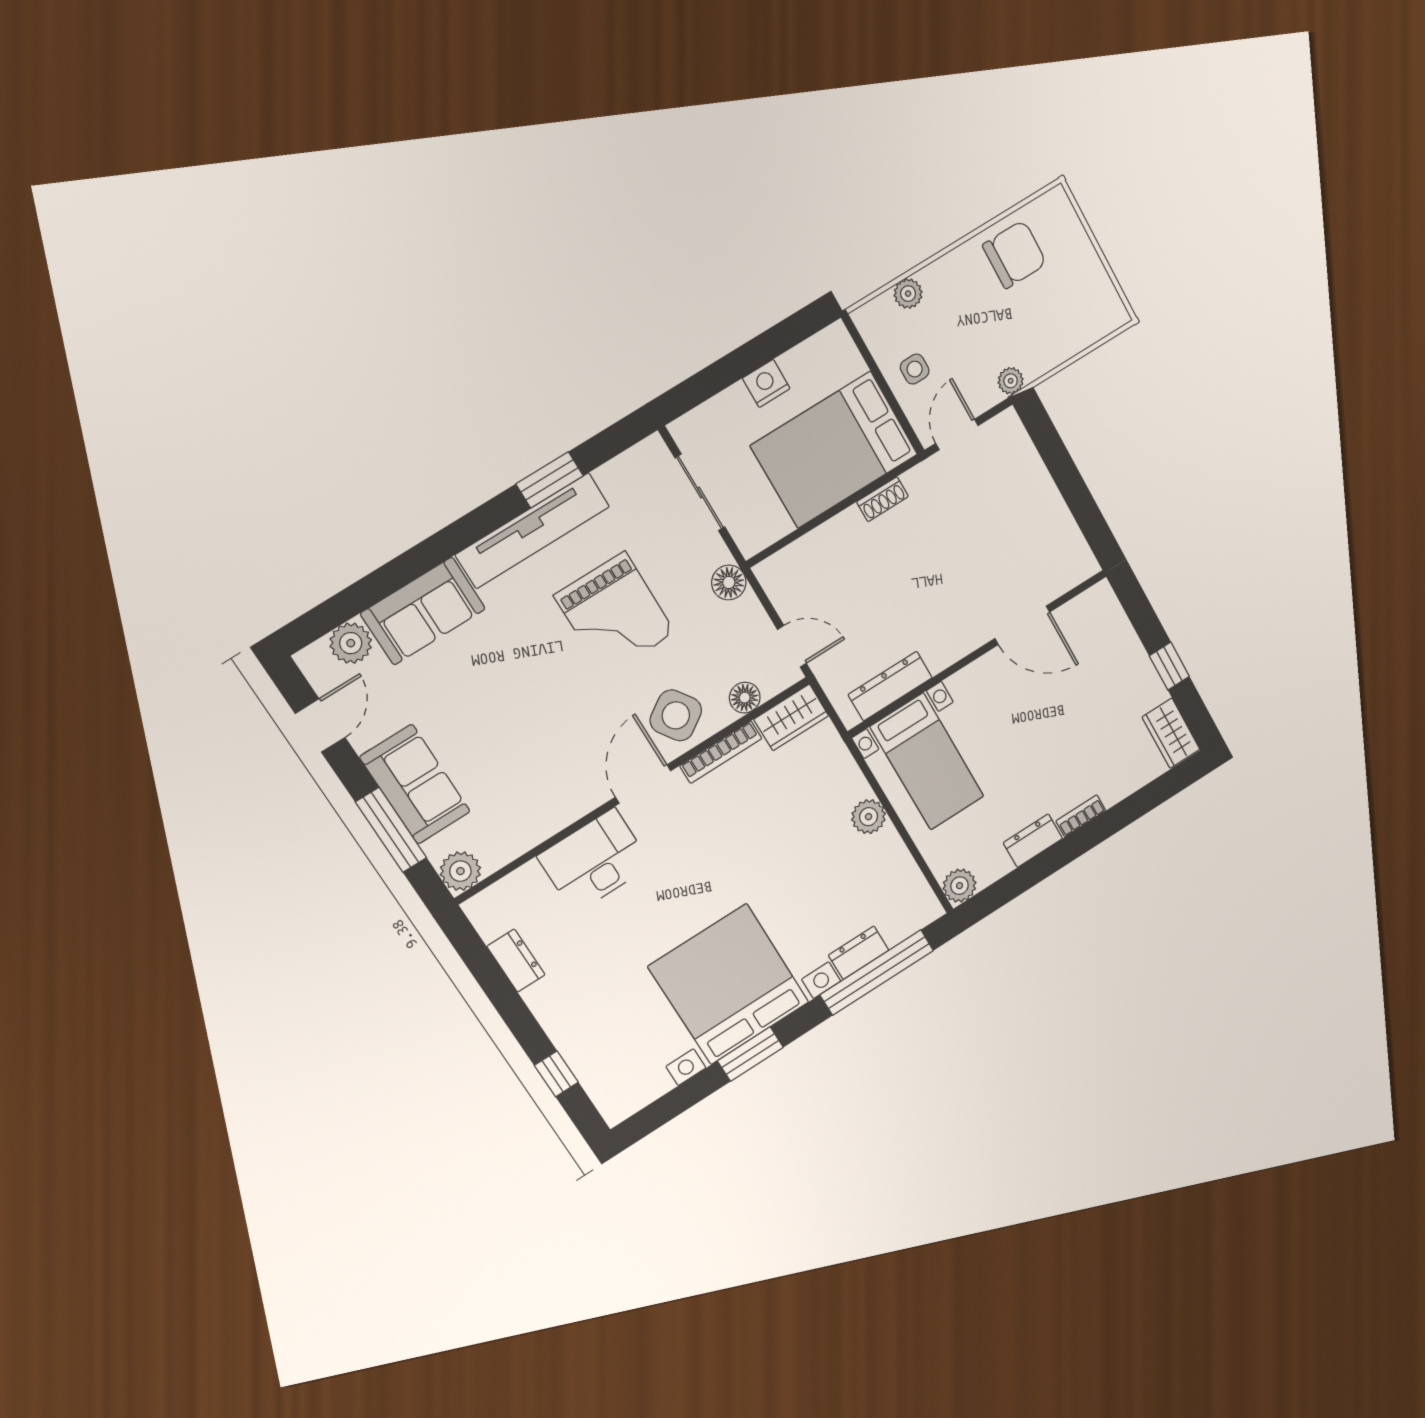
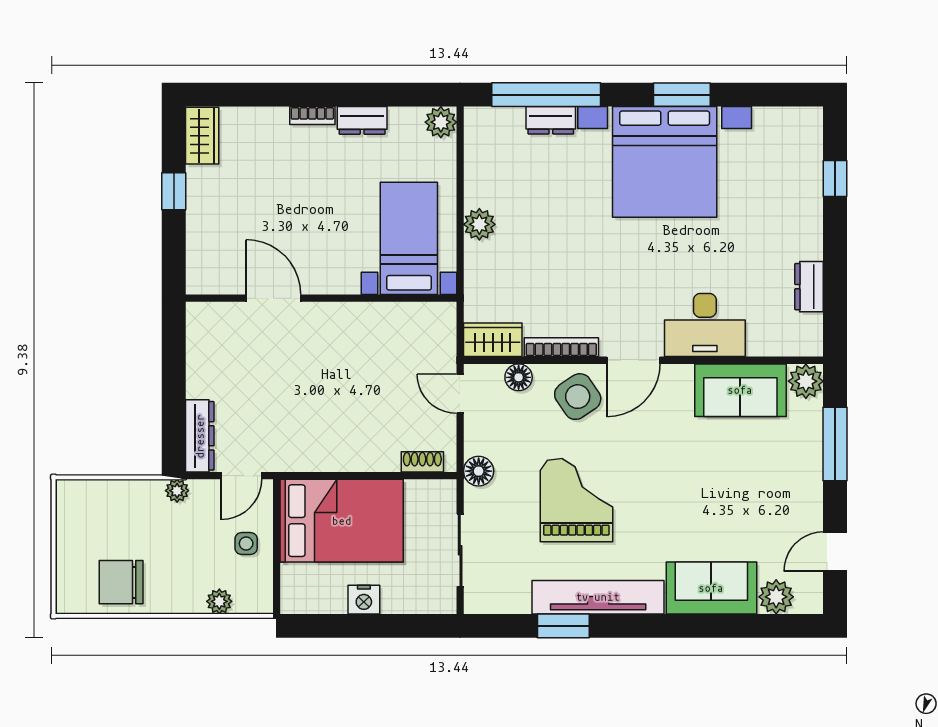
shoe rack: (882, 499) -> (422, 462), moved
dresser: (890, 686) -> (200, 436), moved, turned -90
sofa: (415, 784) -> (740, 390), moved, turned -90

